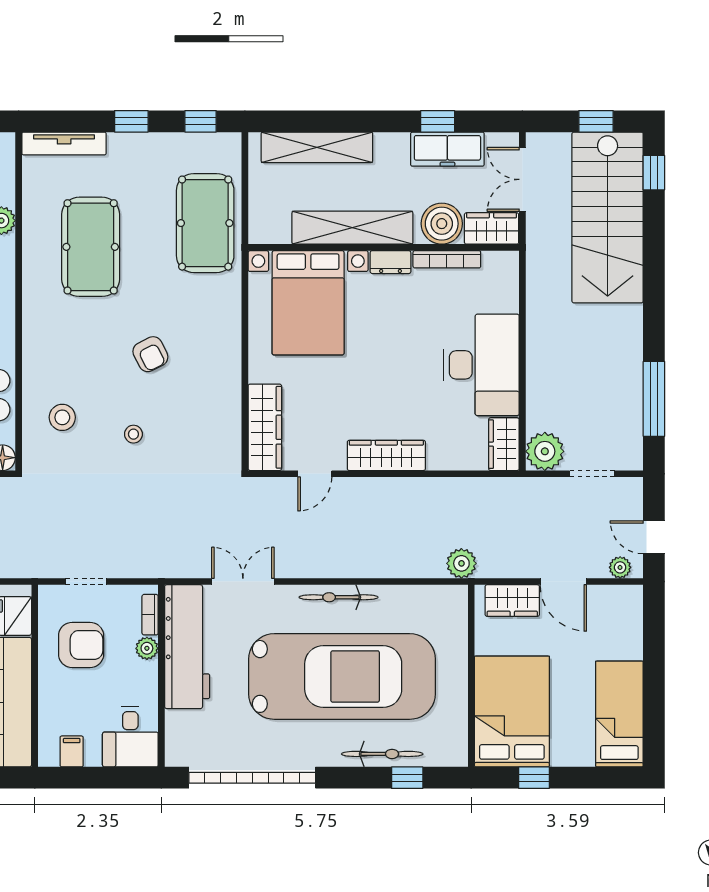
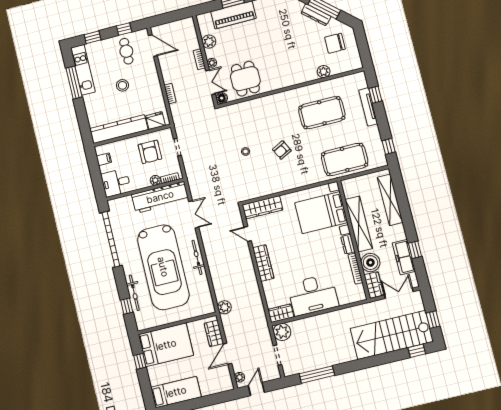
window: (131, 121) -> (375, 95), moved
tv unit: (64, 144) -> (368, 107), moved
stool: (62, 417) -> (245, 119), removed

